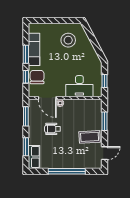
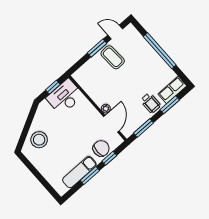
stool: (68, 40) -> (39, 140), moved
chair: (37, 77) -> (101, 148), turned 180
desk: (79, 86) -> (65, 97), moved, turned -90
window: (105, 121) -> (97, 48), moved
wheelchair: (53, 129) -> (151, 103), moved

